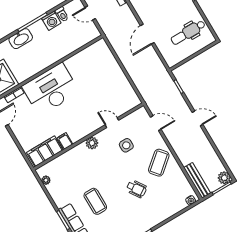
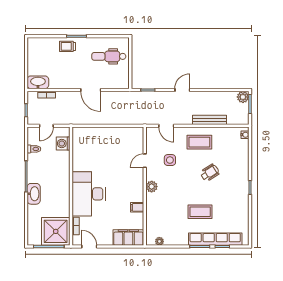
washing machine: (51, 21) -> (63, 144), moved, turned 180
dental chair: (188, 32) -> (109, 56), turned 90
door: (156, 123) -> (166, 126), swing flipped
filing cabinet: (45, 151) -> (128, 238), moved, turned 90
coffee table: (159, 163) -> (199, 142), turned -50
bench: (197, 180) -> (209, 120), moved

